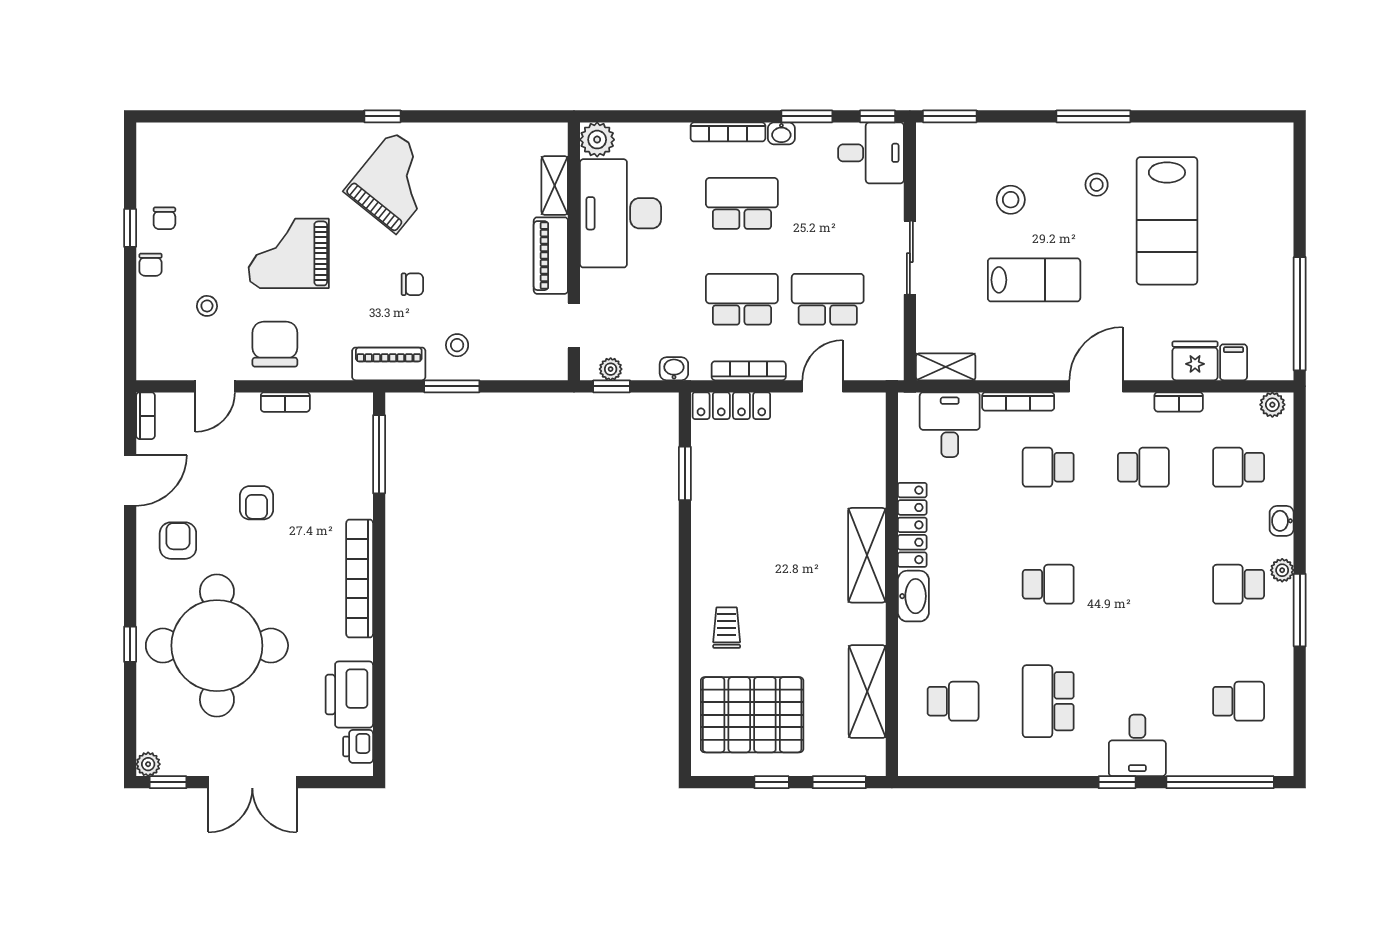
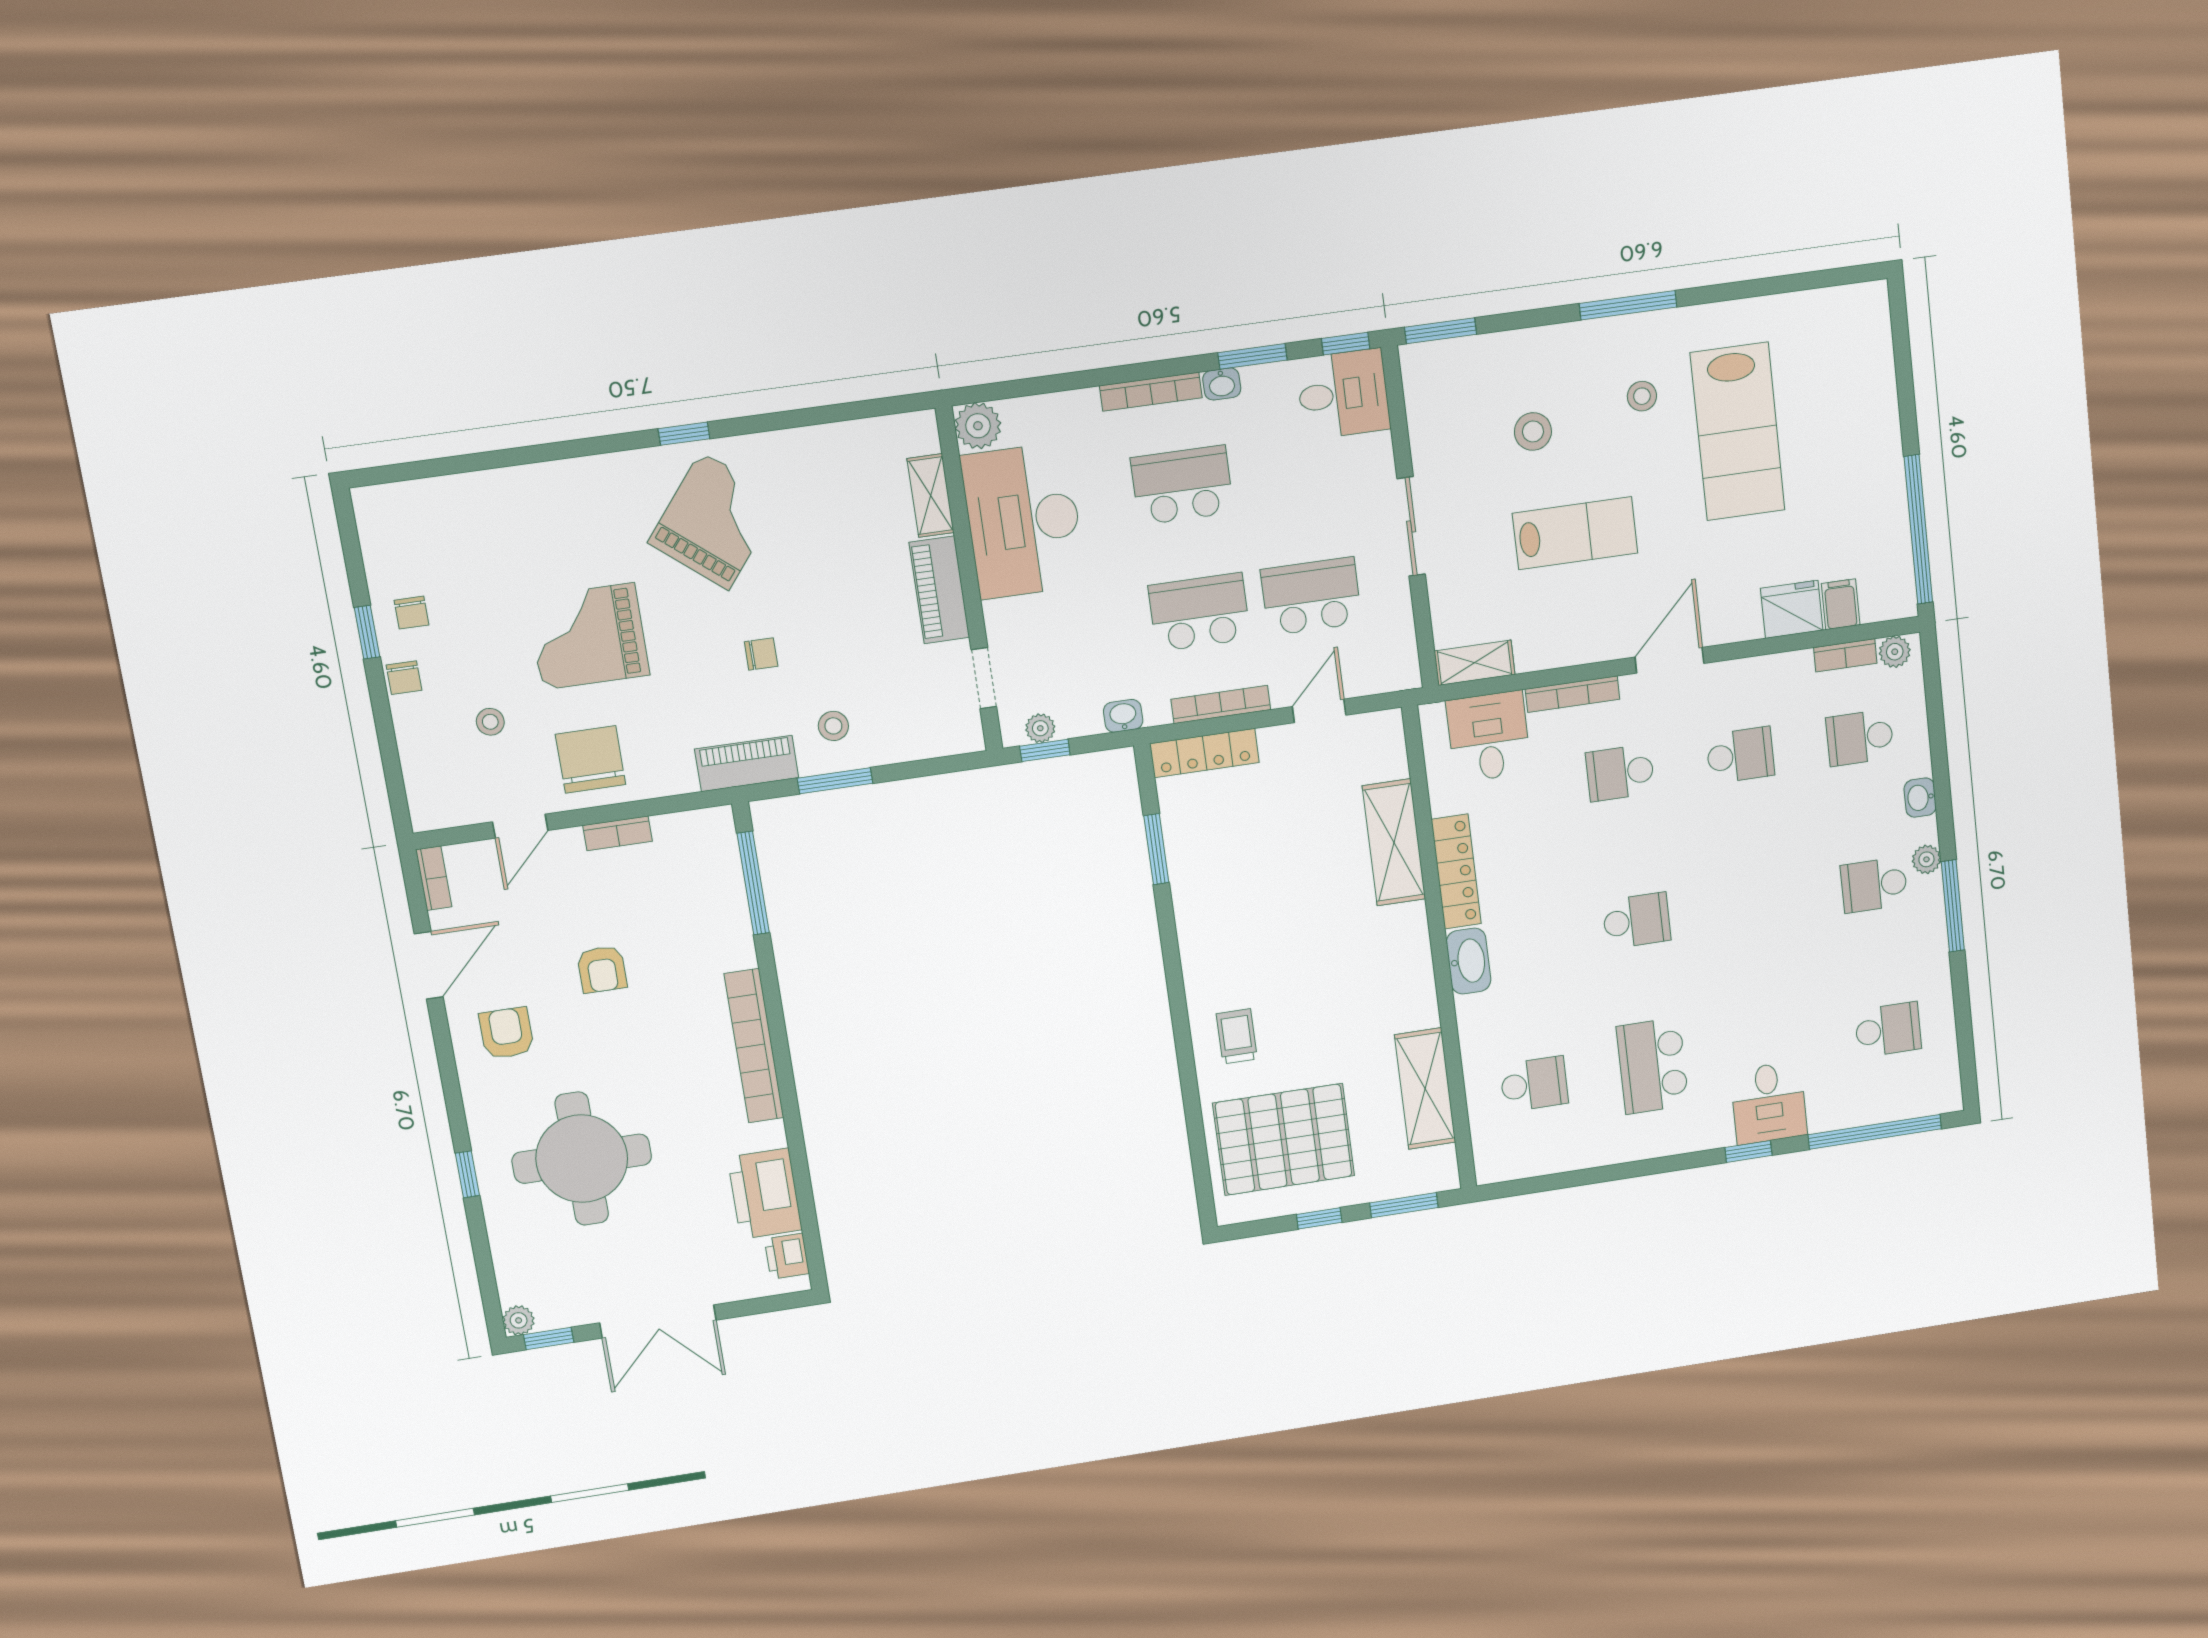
bookcase: (1179, 402) -> (1845, 655), moved
shelving: (867, 555) -> (1394, 842), moved
round table: (217, 646) -> (582, 1159), width x0.73, depth x0.73

